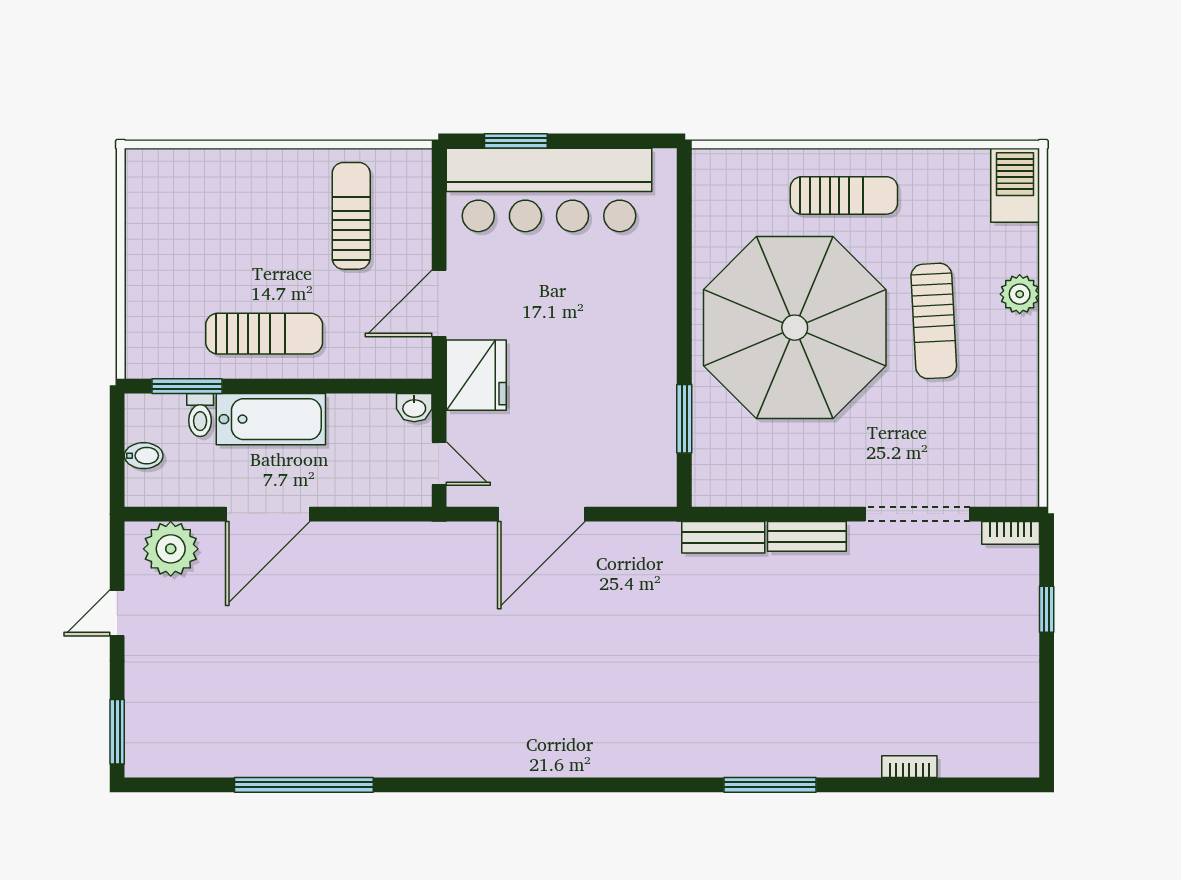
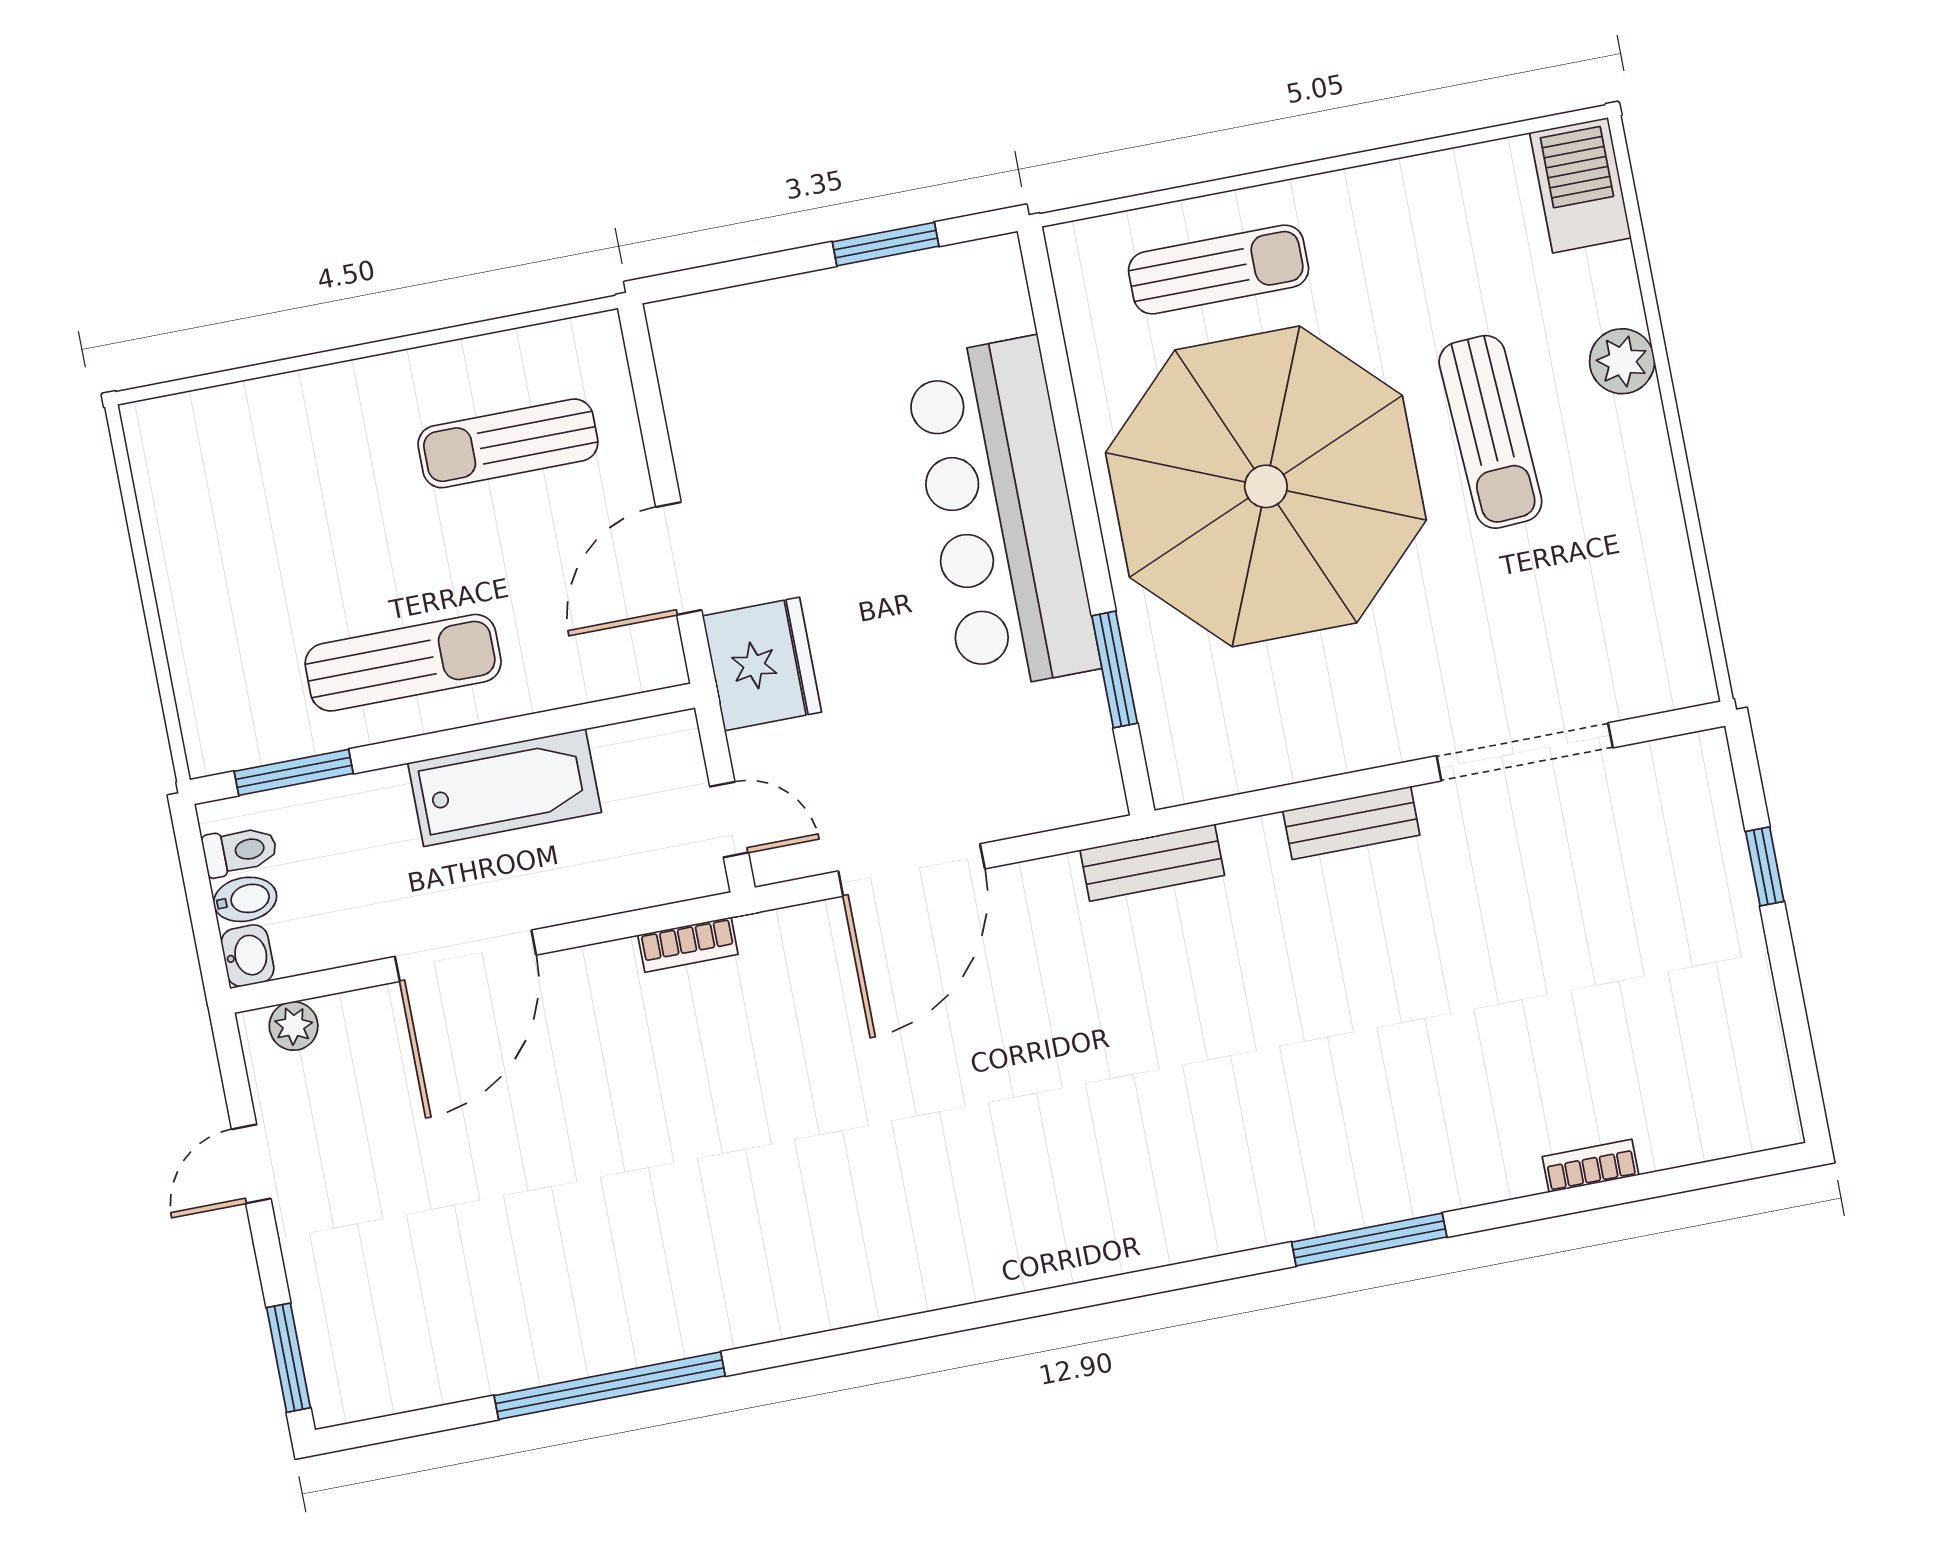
window: (516, 141) -> (886, 244), moved
bar counter: (549, 190) -> (1002, 514), moved, turned 90
sun lounger: (844, 195) -> (1219, 270), moved
sun lounger: (351, 216) -> (508, 443), turned -90
washbasin: (414, 408) -> (247, 956), moved, turned -90
toilet: (200, 415) -> (240, 851), moved, turned -90
bathtub: (271, 419) -> (505, 788), moved
bookcase: (1011, 533) -> (688, 945), moved
bench: (723, 537) -> (1152, 863), moved
plant: (171, 549) -> (294, 1026), width x0.53, depth x0.53

